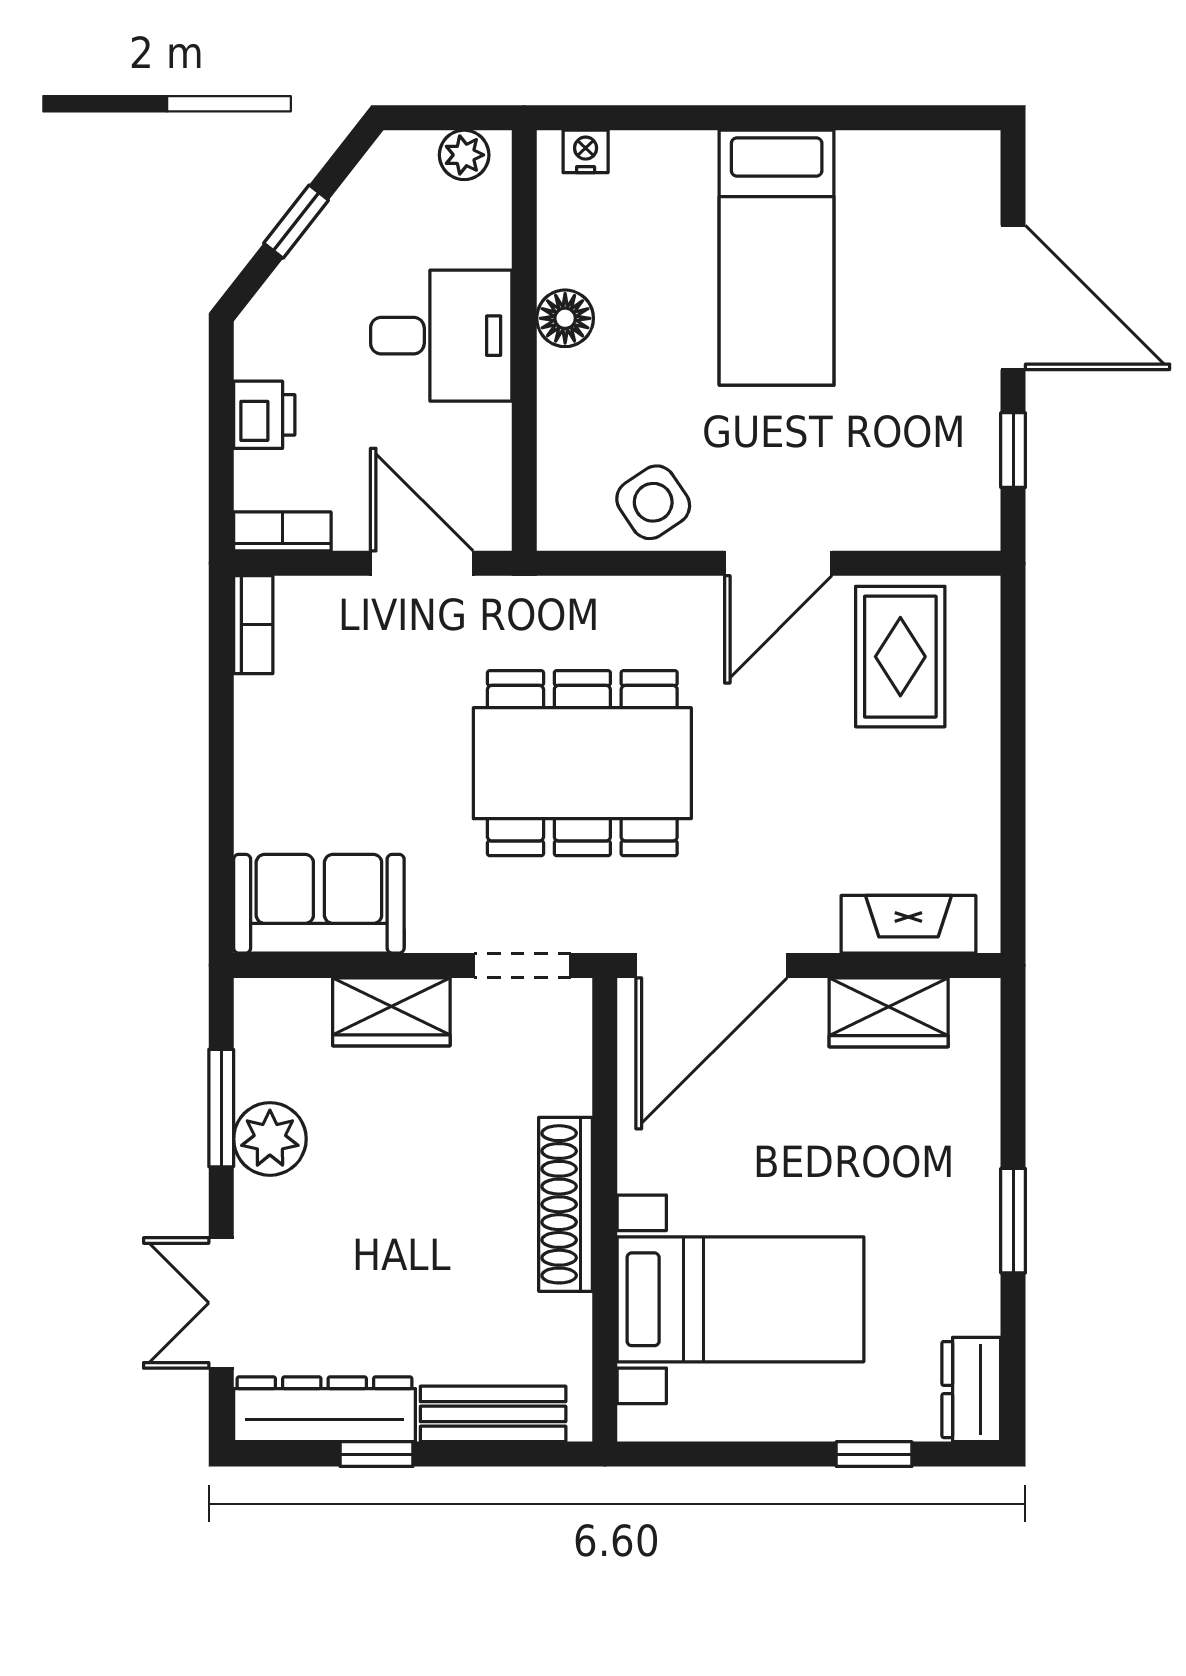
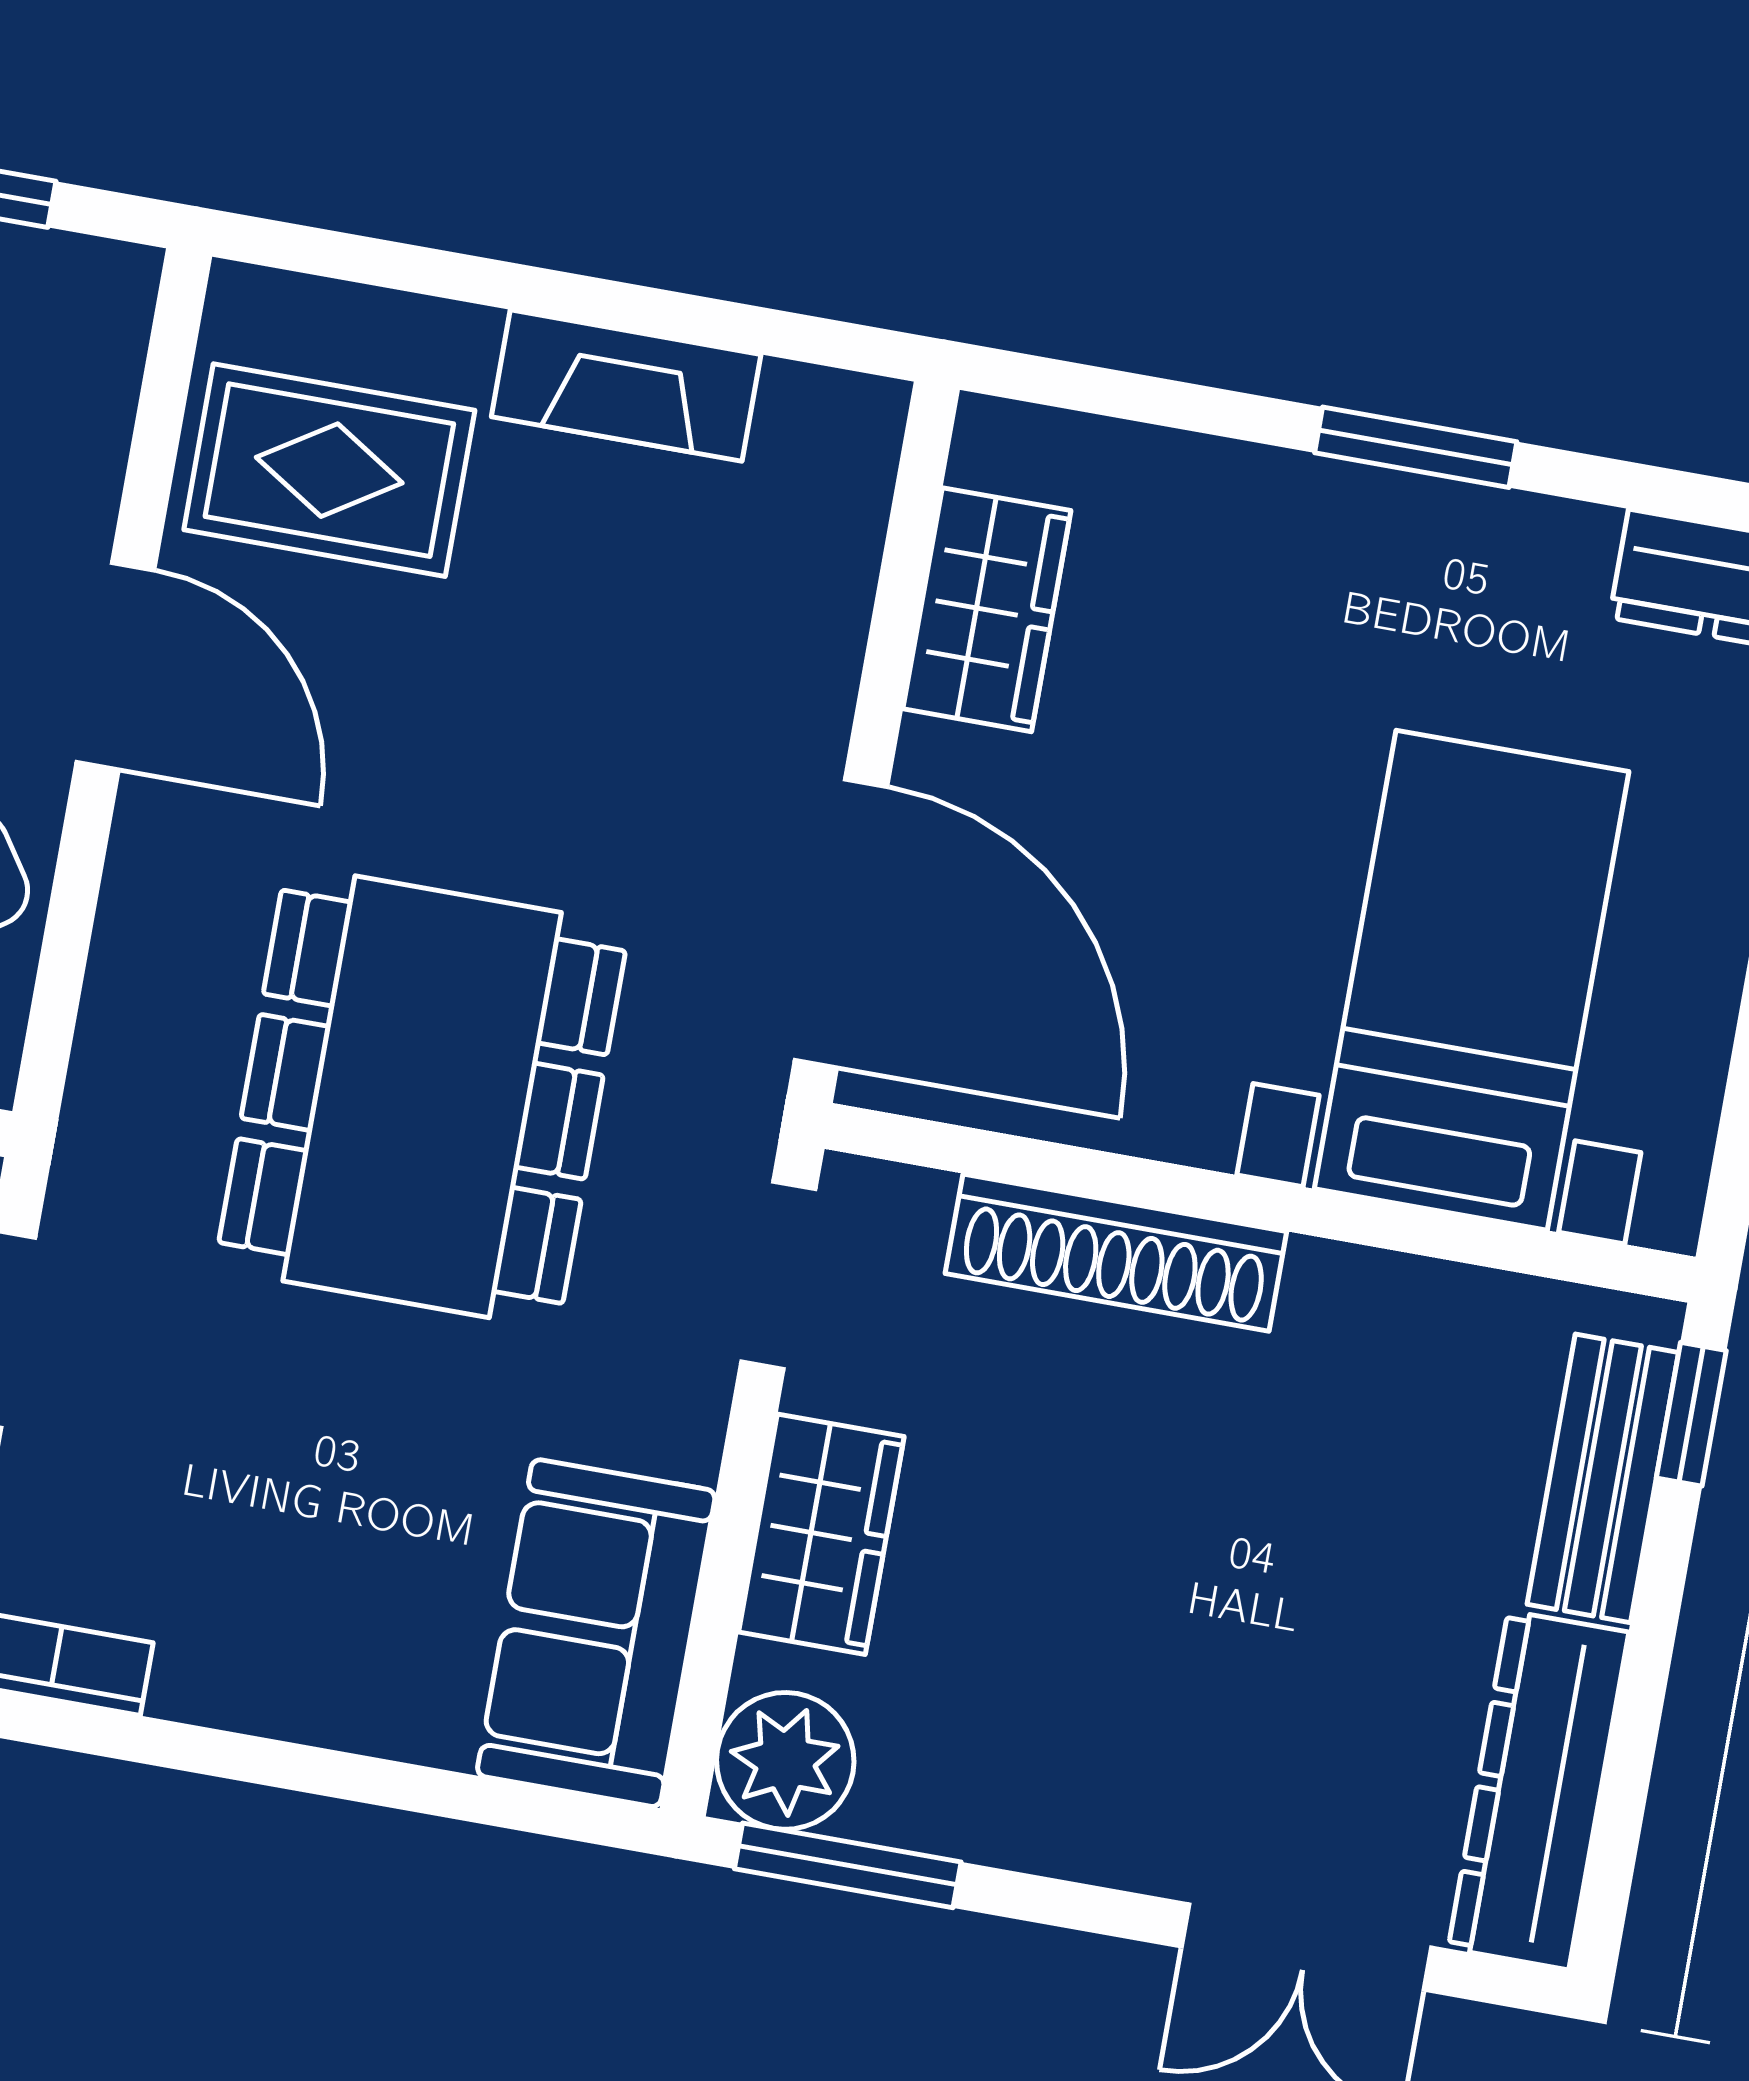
fireplace: (908, 924) -> (626, 386), moved, turned -90
window: (221, 1108) -> (848, 1865), moved
plant: (270, 1139) -> (785, 1761), moved
shoe rack: (566, 1204) -> (1116, 1253), moved
window: (377, 1454) -> (1691, 1414), moved

